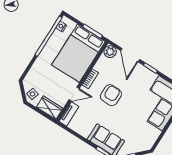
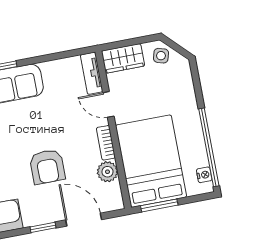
plant: (110, 52) -> (107, 172), moved
door: (74, 94) -> (108, 104), hinge flipped
armchair: (111, 95) -> (47, 167), moved

